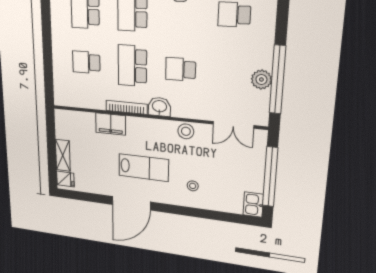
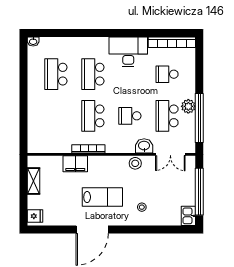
school desk: (86, 62) -> (167, 116), moved, width x1.85
plant: (261, 80) -> (188, 106), moved
washbasin: (159, 107) -> (144, 146), moved
shelving: (63, 155) -> (34, 181), moved

